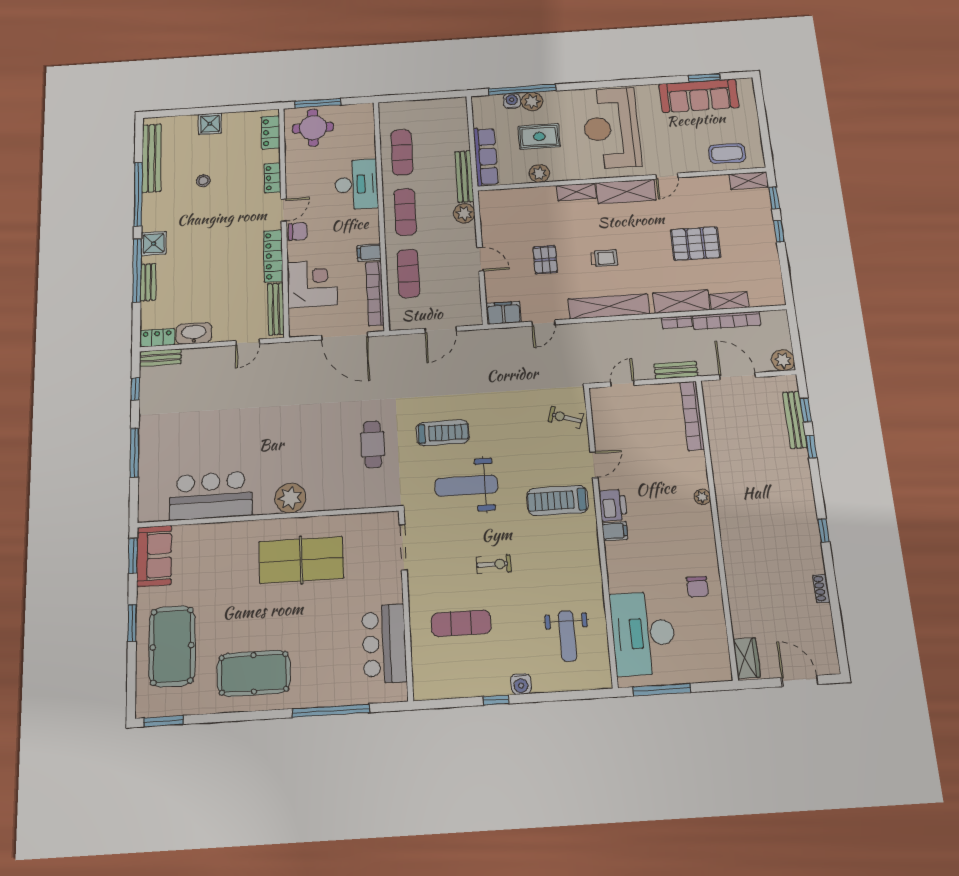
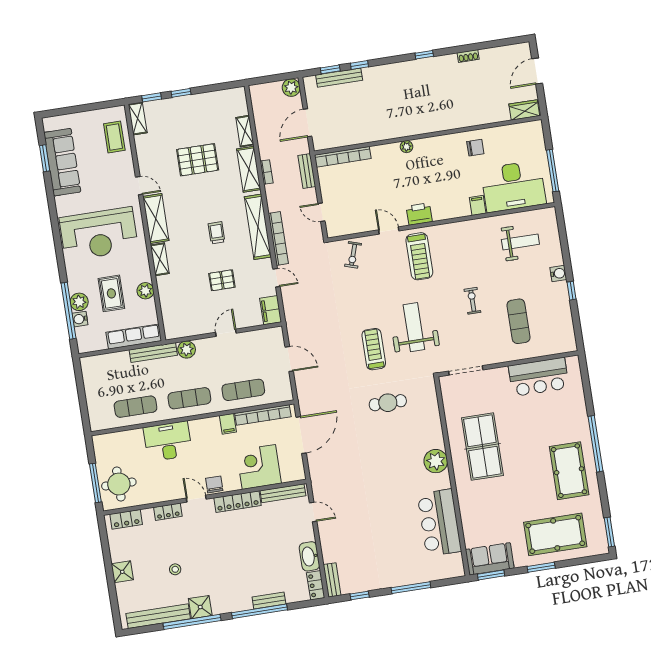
shower: (154, 243) -> (200, 607), moved
pallet: (696, 244) -> (198, 160), turned 90
bookcase: (727, 320) -> (278, 238), moved
weight bench: (466, 486) -> (414, 327), turned 180
filing cabinet: (615, 531) -> (478, 205), moved
window: (331, 711) -> (595, 444), moved

